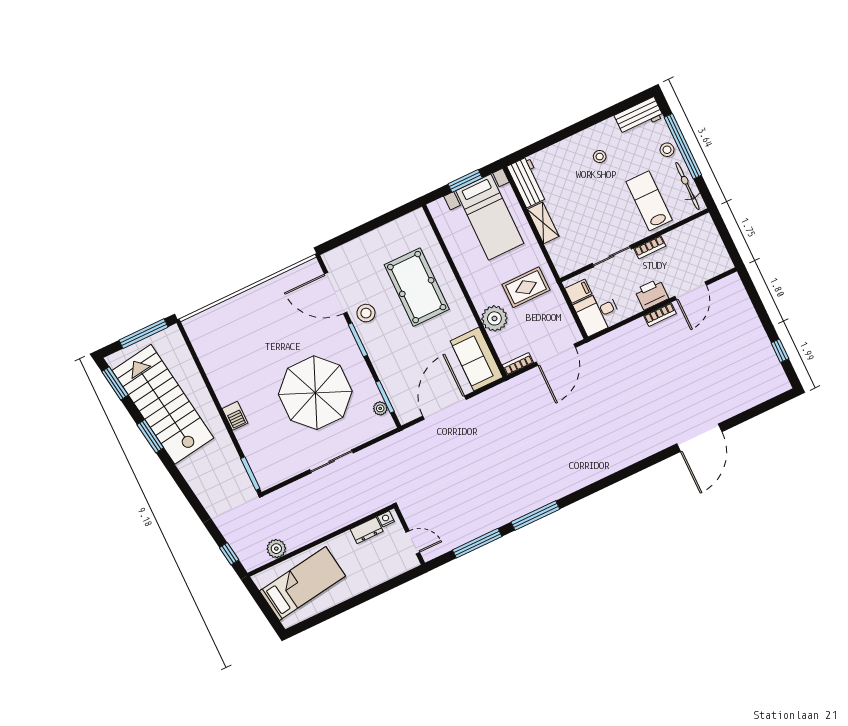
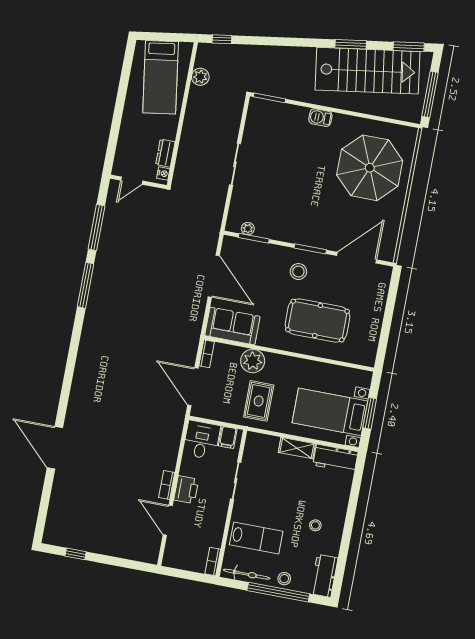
bookcase: (650, 247) -> (213, 562), moved
stool: (366, 313) -> (298, 272), moved
parasol: (315, 393) -> (370, 168), moved

